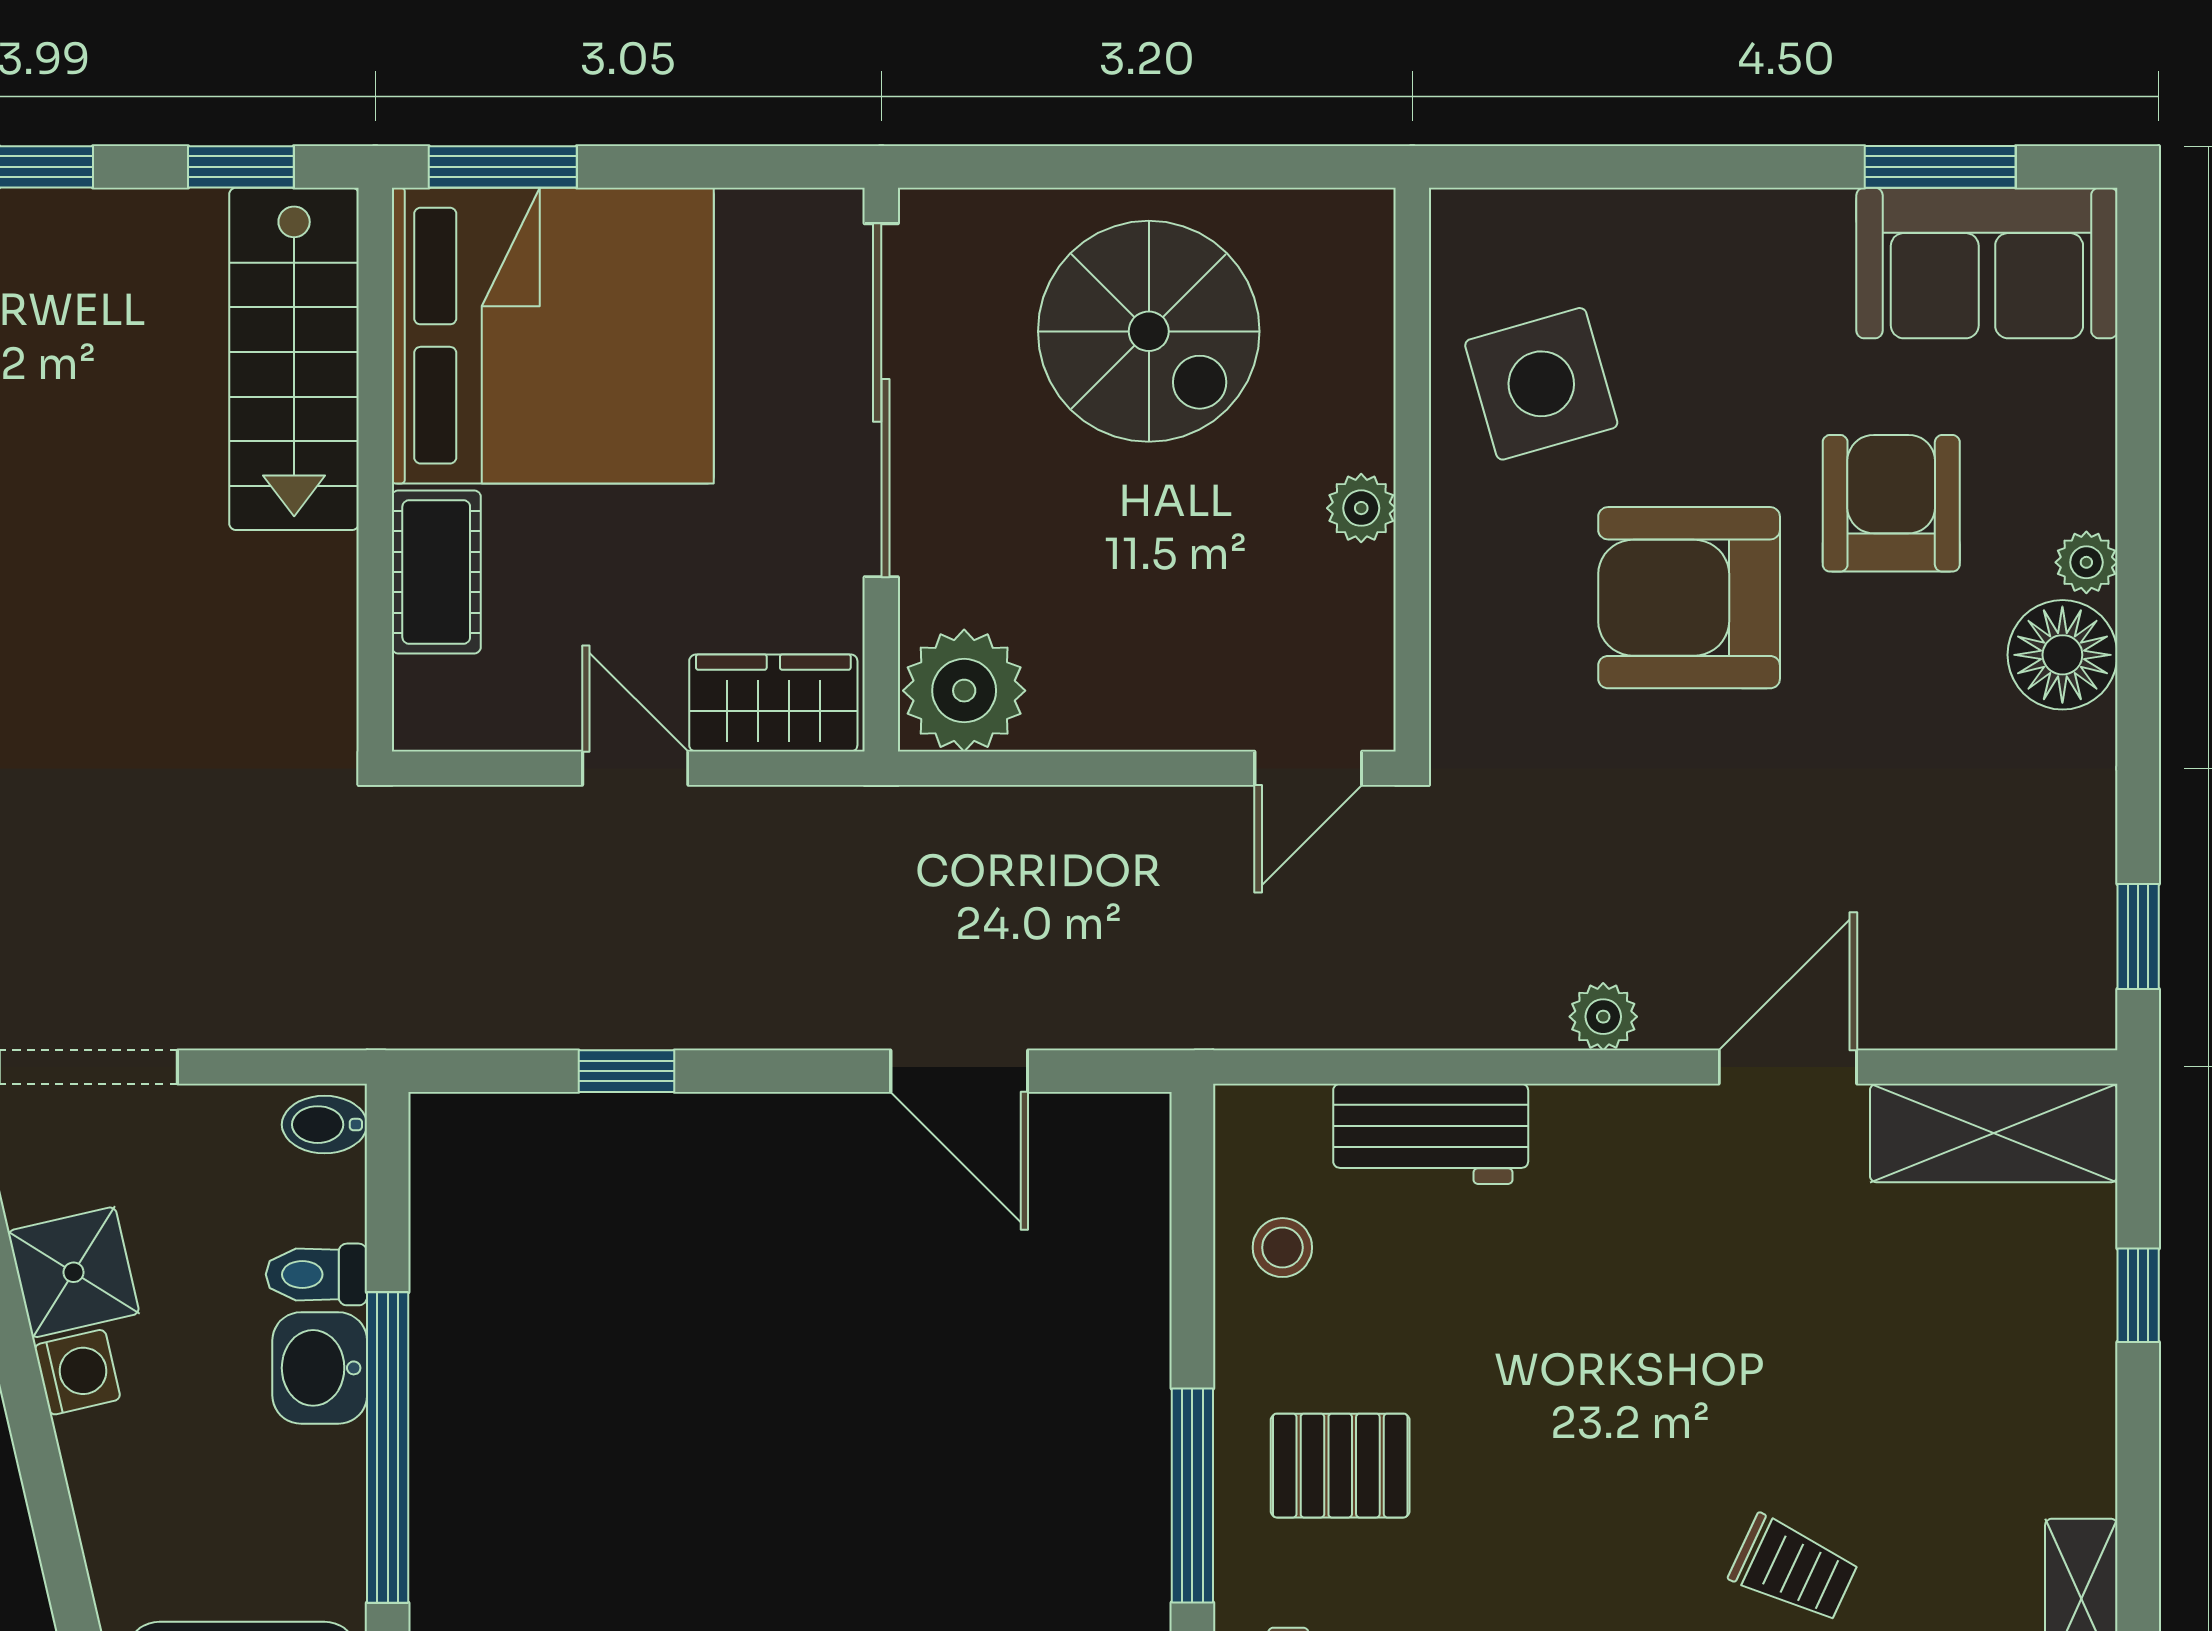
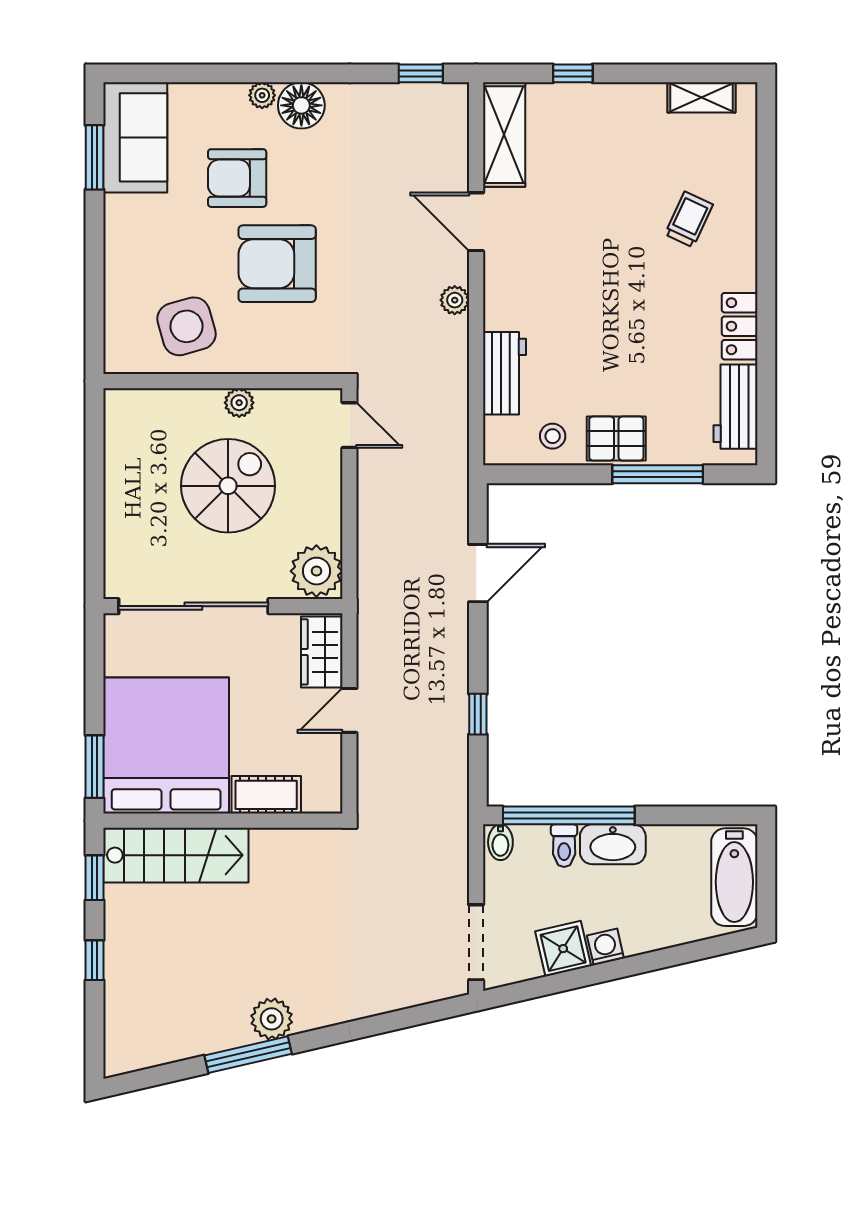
spiral stairs: (1149, 331) -> (228, 486), moved
armchair: (1689, 598) -> (277, 264), turned 90
washbasin: (320, 1368) -> (613, 844), width x1.38
window: (388, 1447) -> (569, 815), moved
pallet: (1340, 1466) -> (616, 439), moved, turned 90

